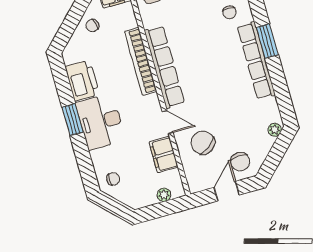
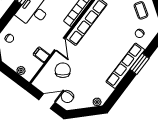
filing cabinet: (164, 155) -> (41, 55), width x0.50

